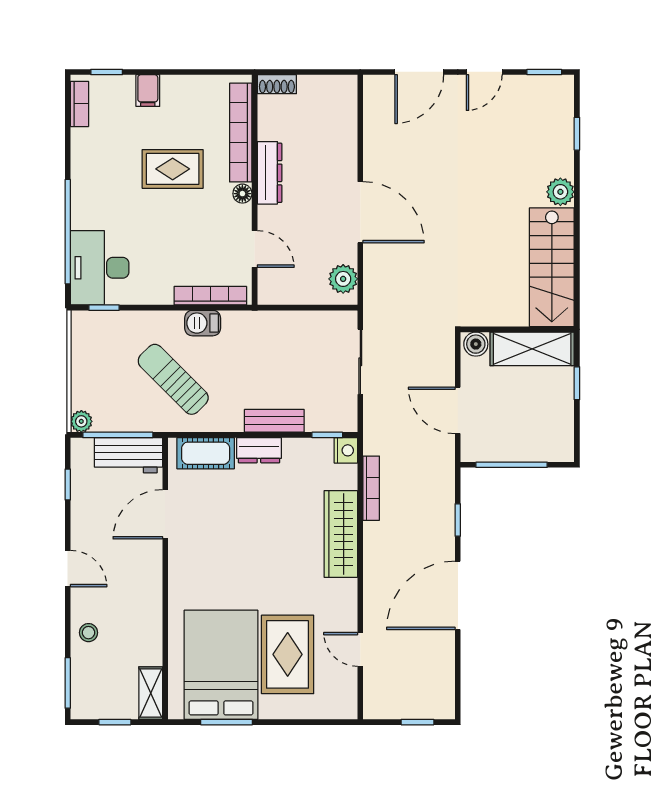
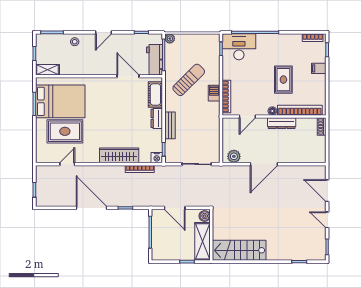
plant: (560, 192) -> (273, 254), removed
door: (458, 410) -> (175, 208), swing flipped

